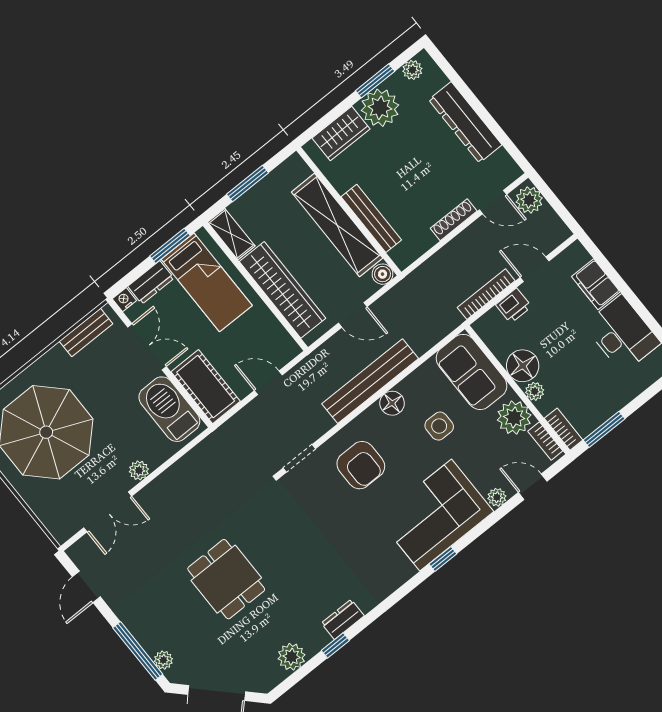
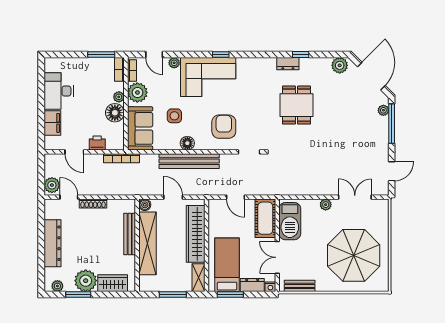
bookcase: (486, 294) -> (121, 158), moved
dining table: (226, 579) -> (296, 105), moved
plant: (291, 657) -> (340, 65), moved

